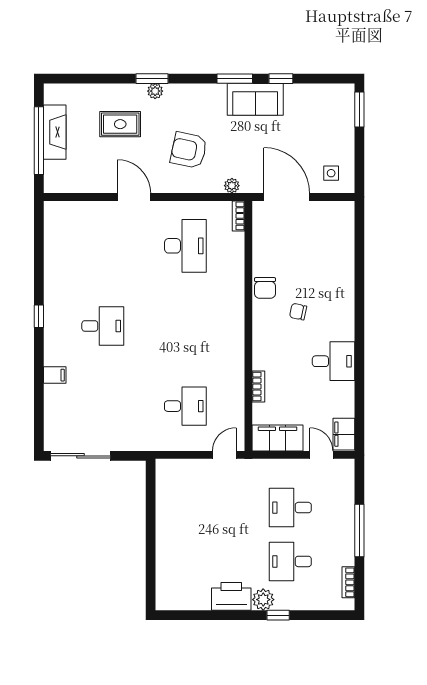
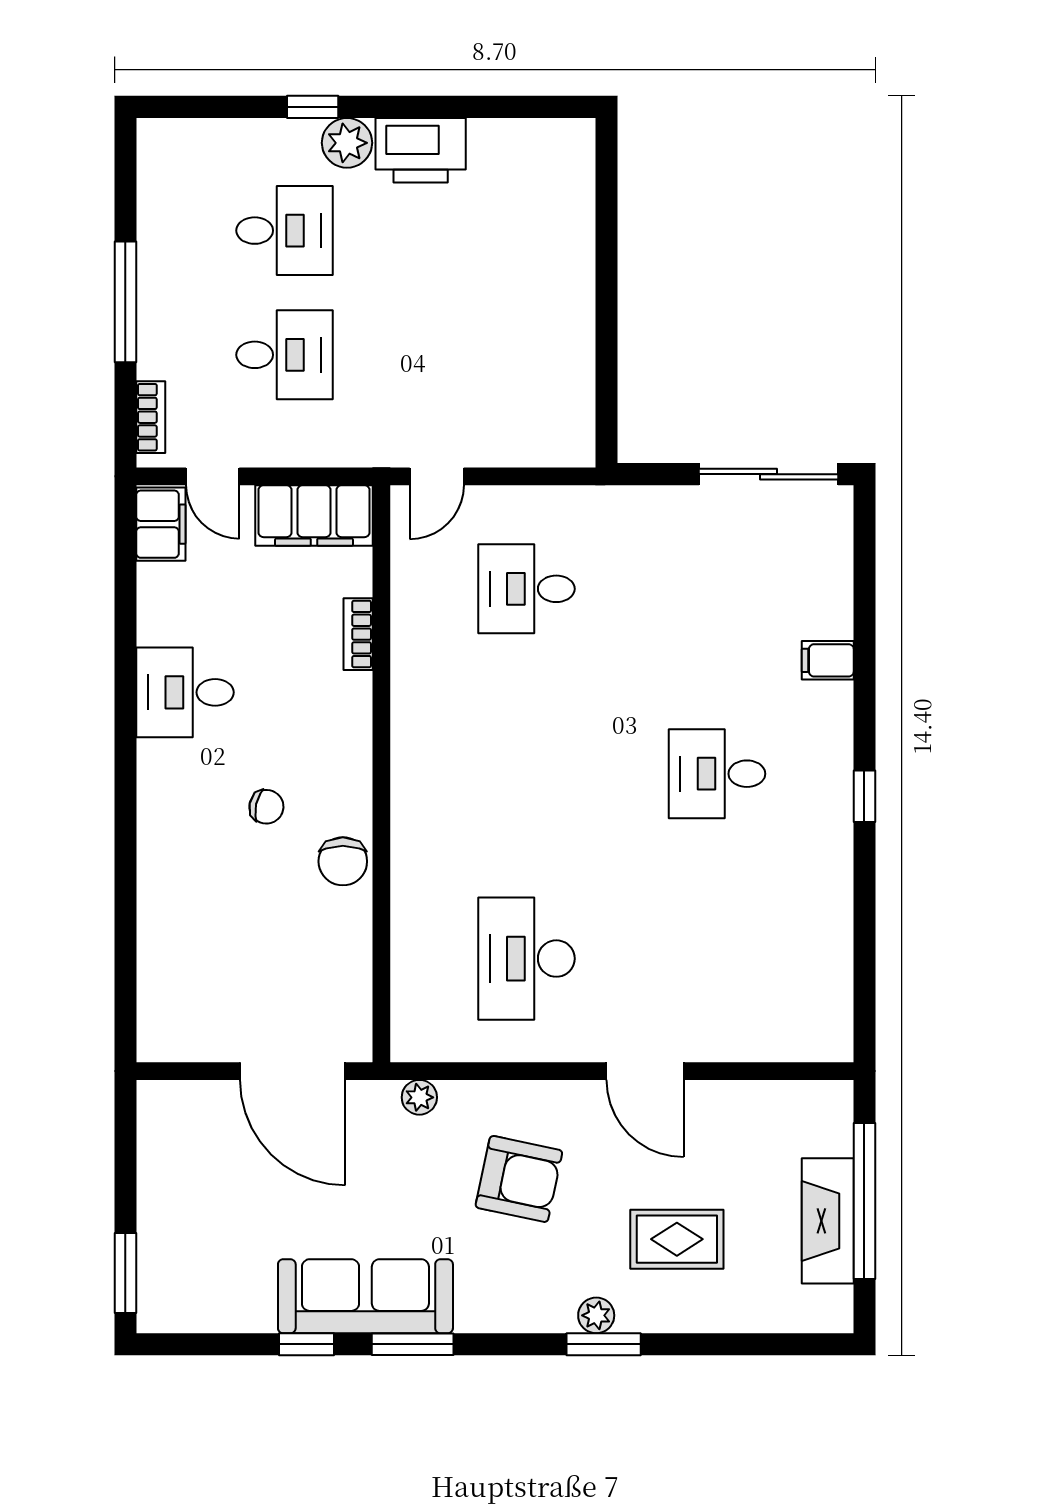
sofa: (255, 99) -> (365, 1296), width x1.36
side table: (331, 173) -> (190, 1126), removed
bookcase: (239, 216) -> (404, 1027), removed
chair: (265, 288) -> (343, 861), turned 180
bookcase: (348, 582) -> (151, 417), moved

